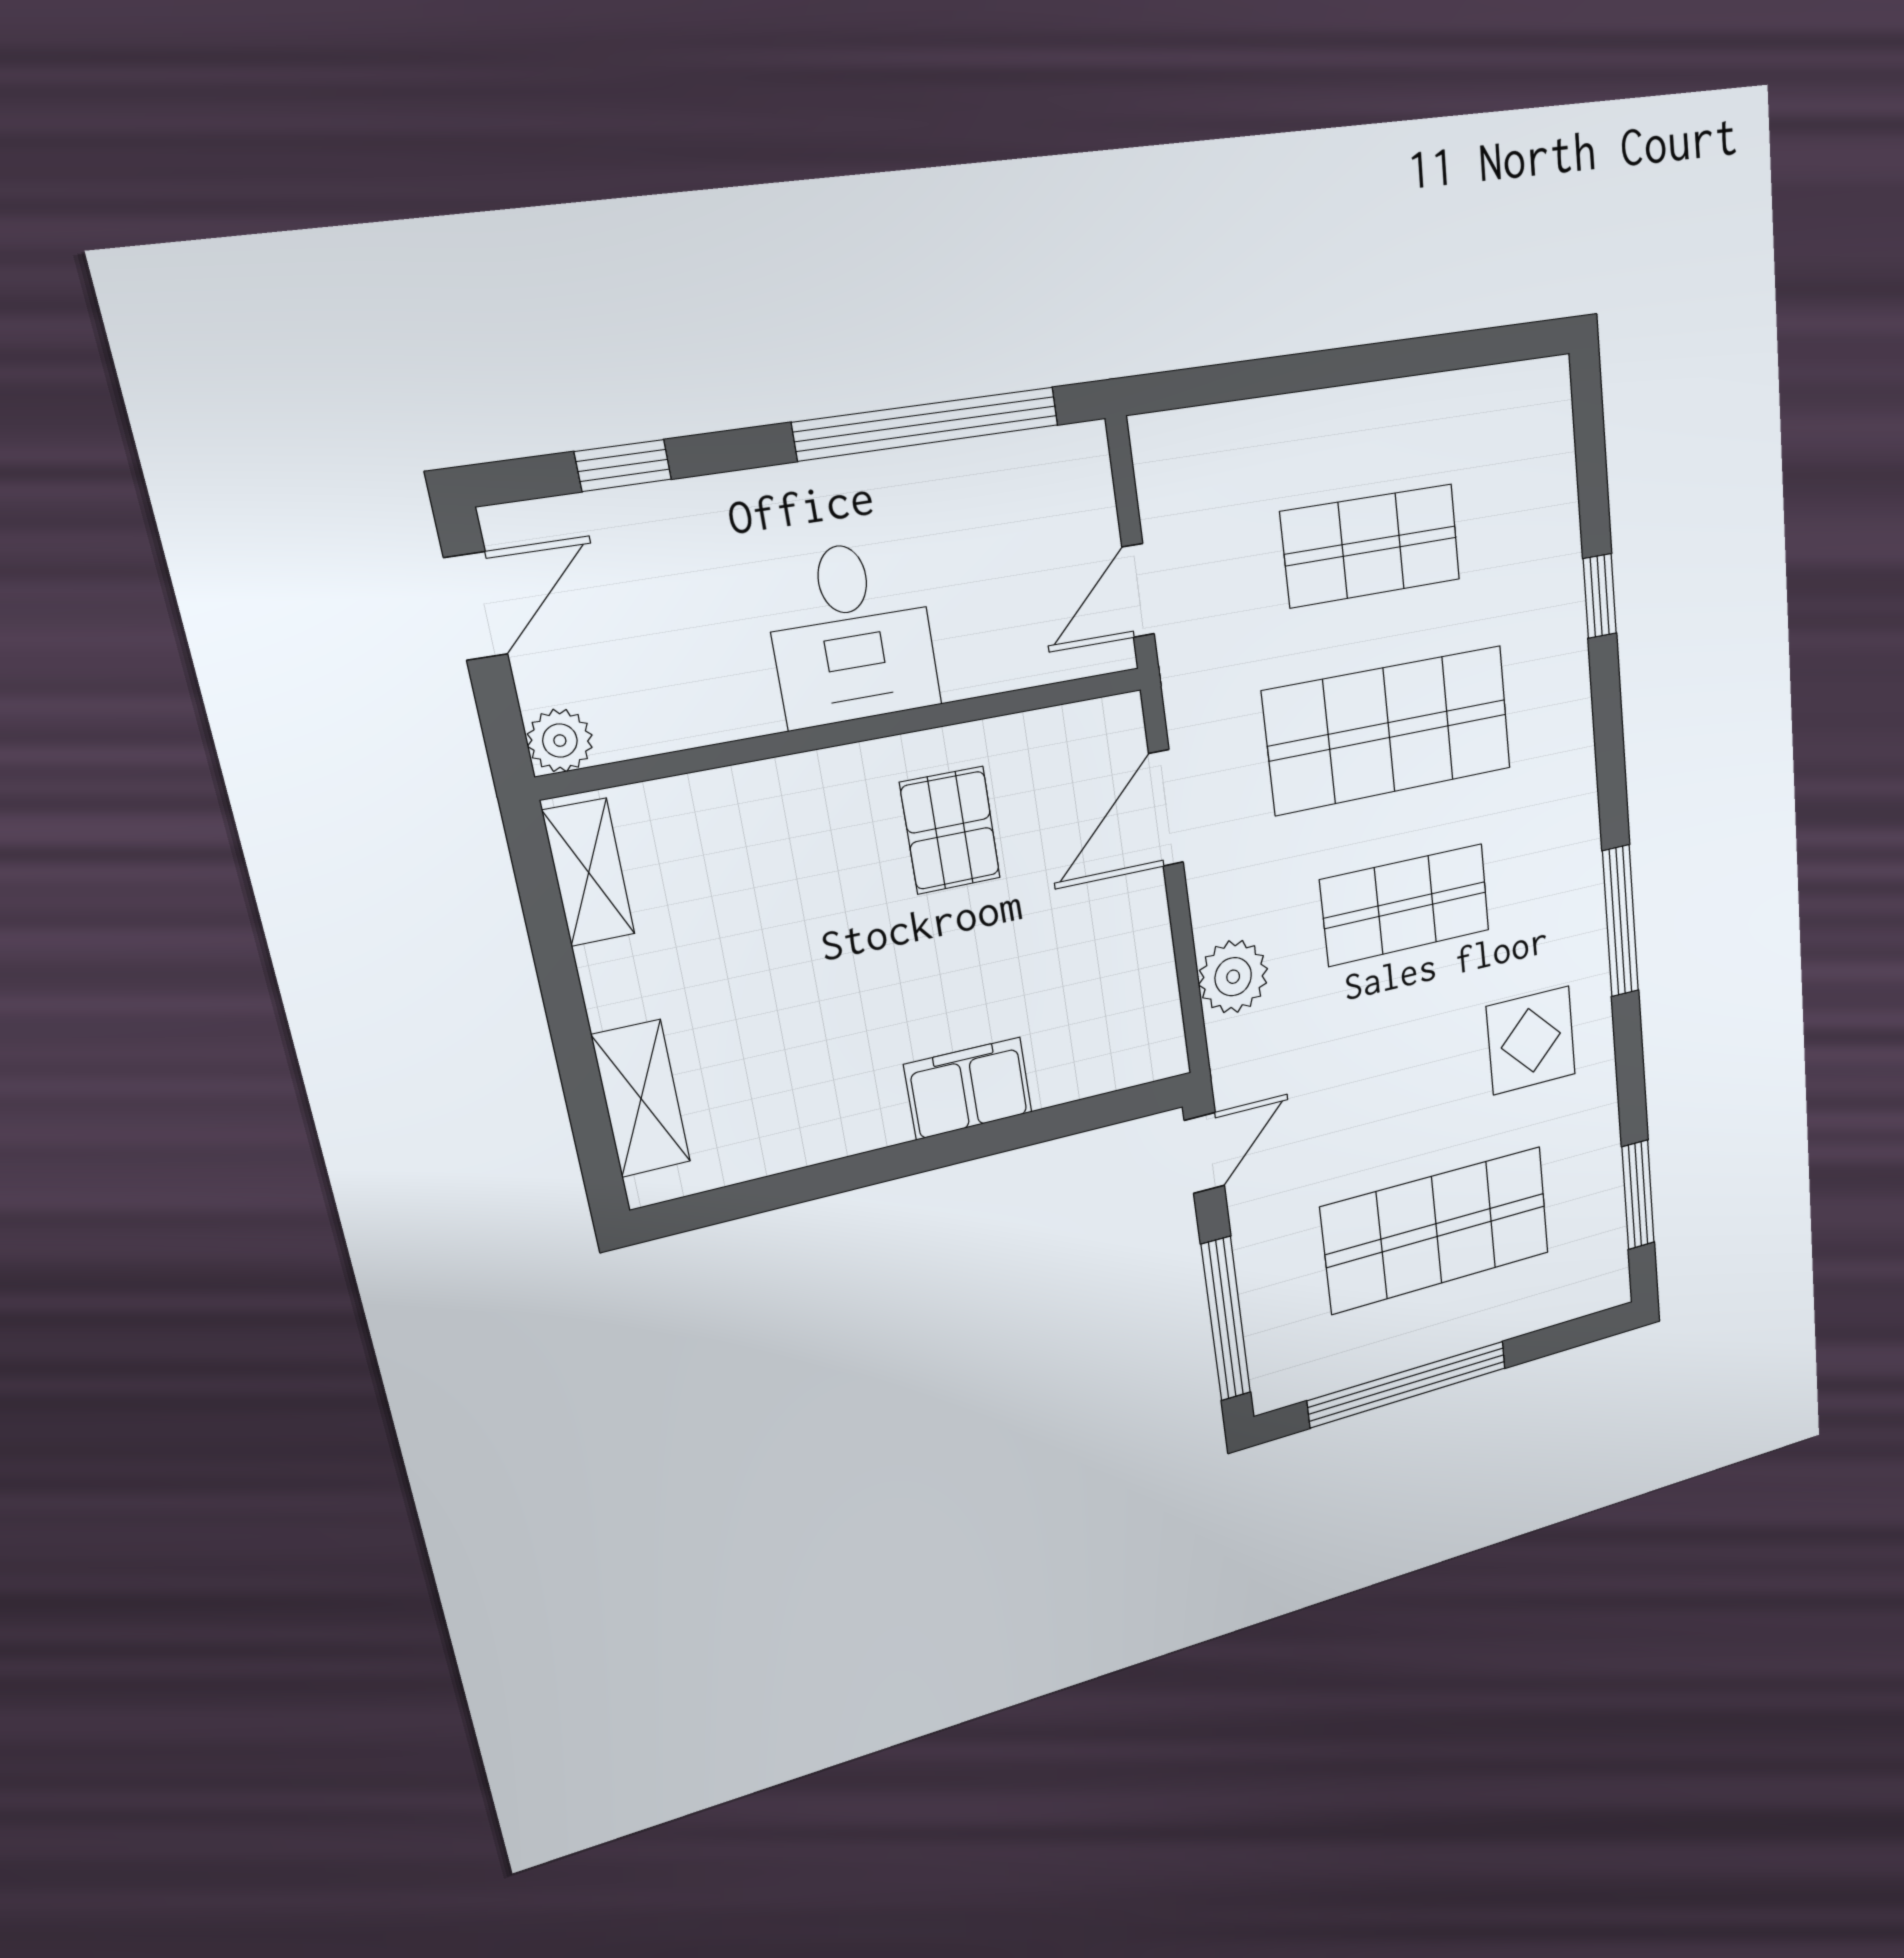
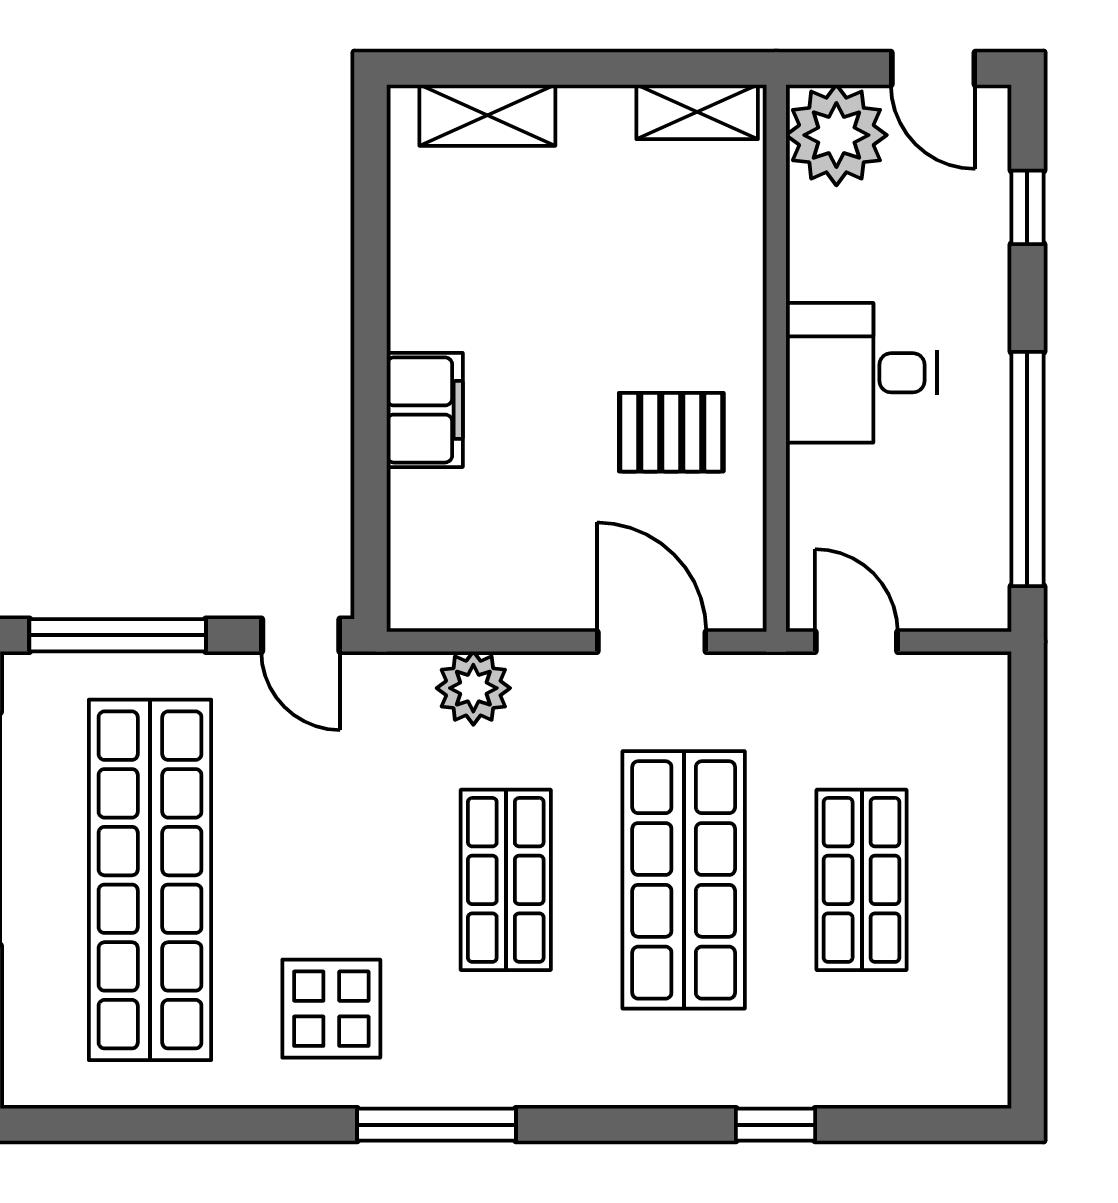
plant: (560, 741) -> (836, 135), width x1.87, depth x1.87
window: (1638, 1195) -> (125, 1125), removed
shop shelf: (1437, 1230) -> (150, 880), width x1.40

